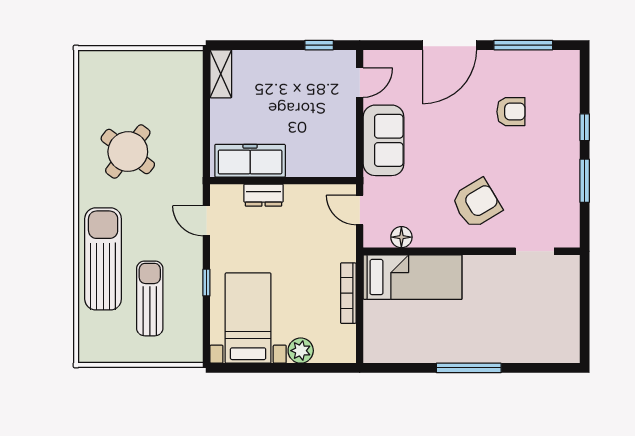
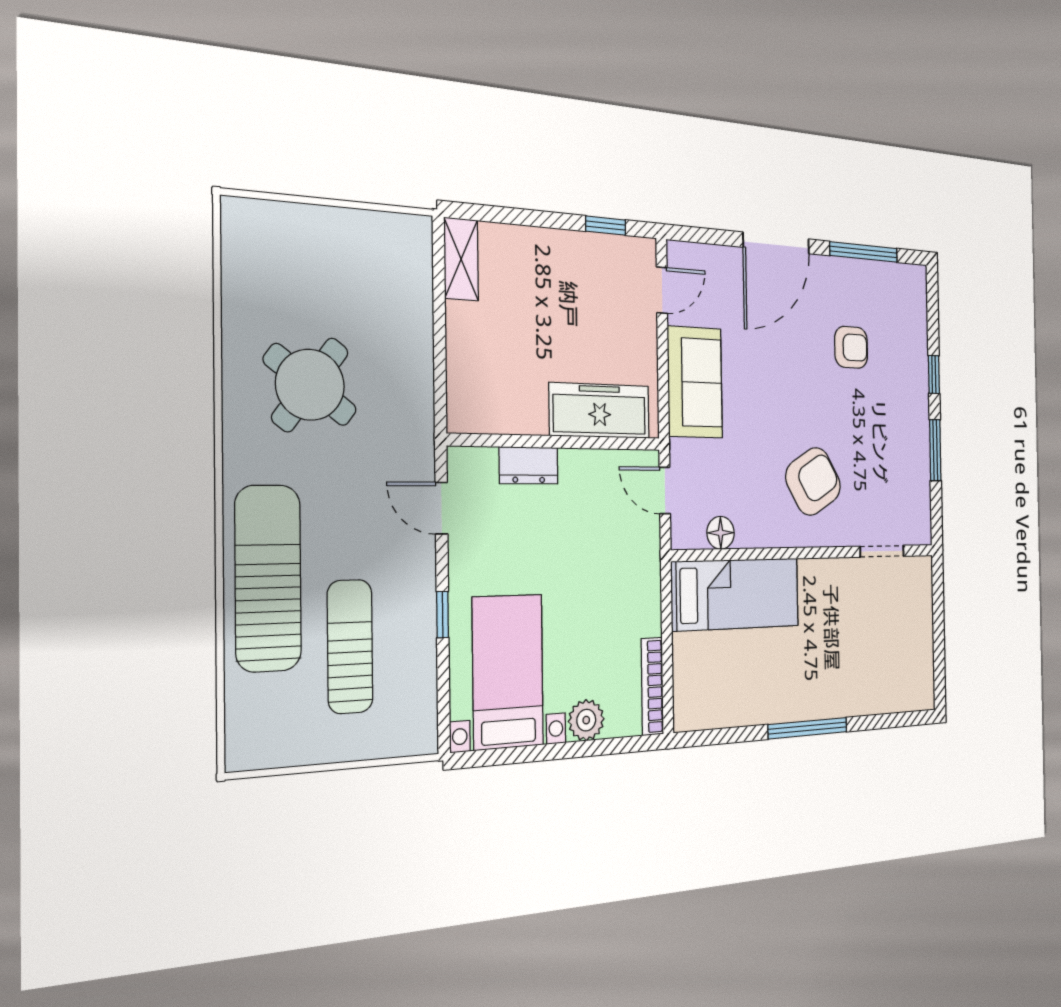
freezer: (250, 161) -> (600, 411), moved
bookcase: (348, 293) -> (652, 686), moved

